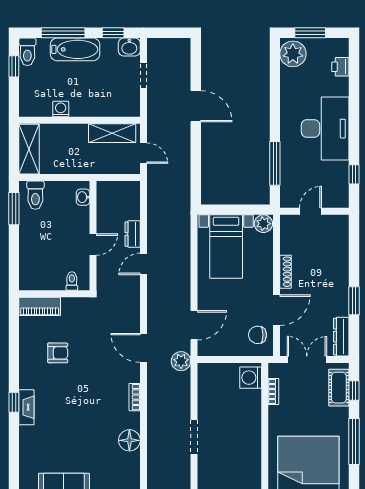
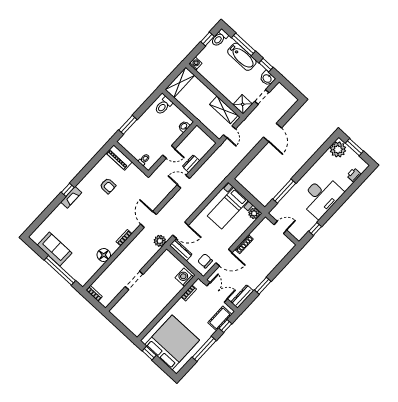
shower: (129, 106) -> (243, 104), added
washing machine: (61, 109) -> (195, 64), moved
window: (14, 209) -> (128, 125), moved
dresser: (216, 349) -> (181, 250), added

